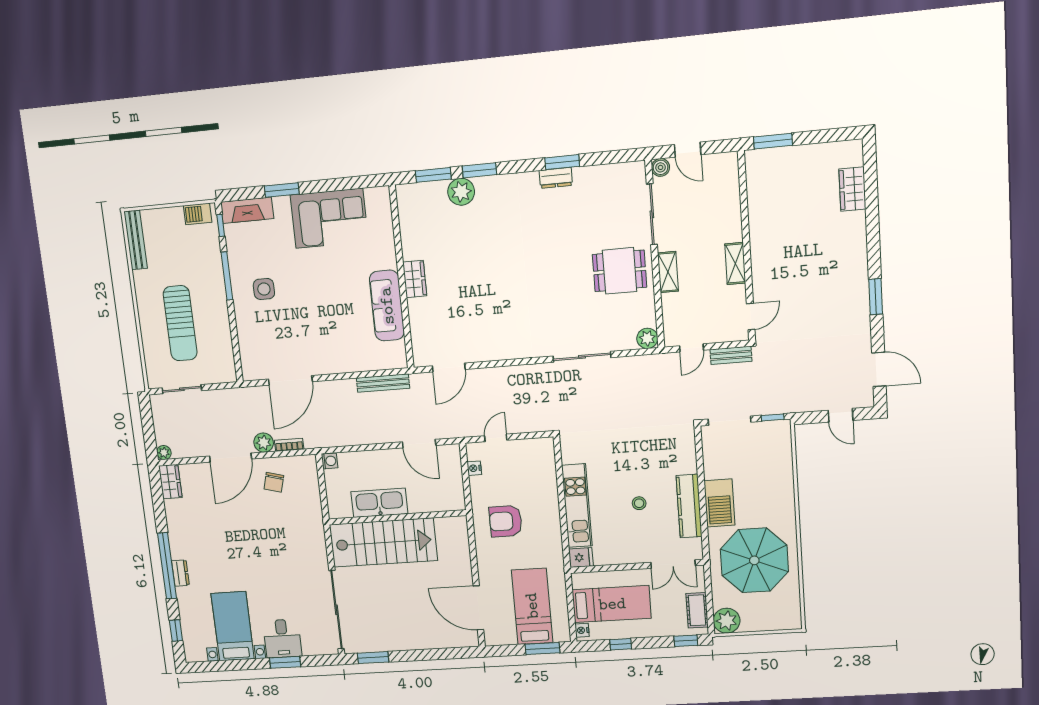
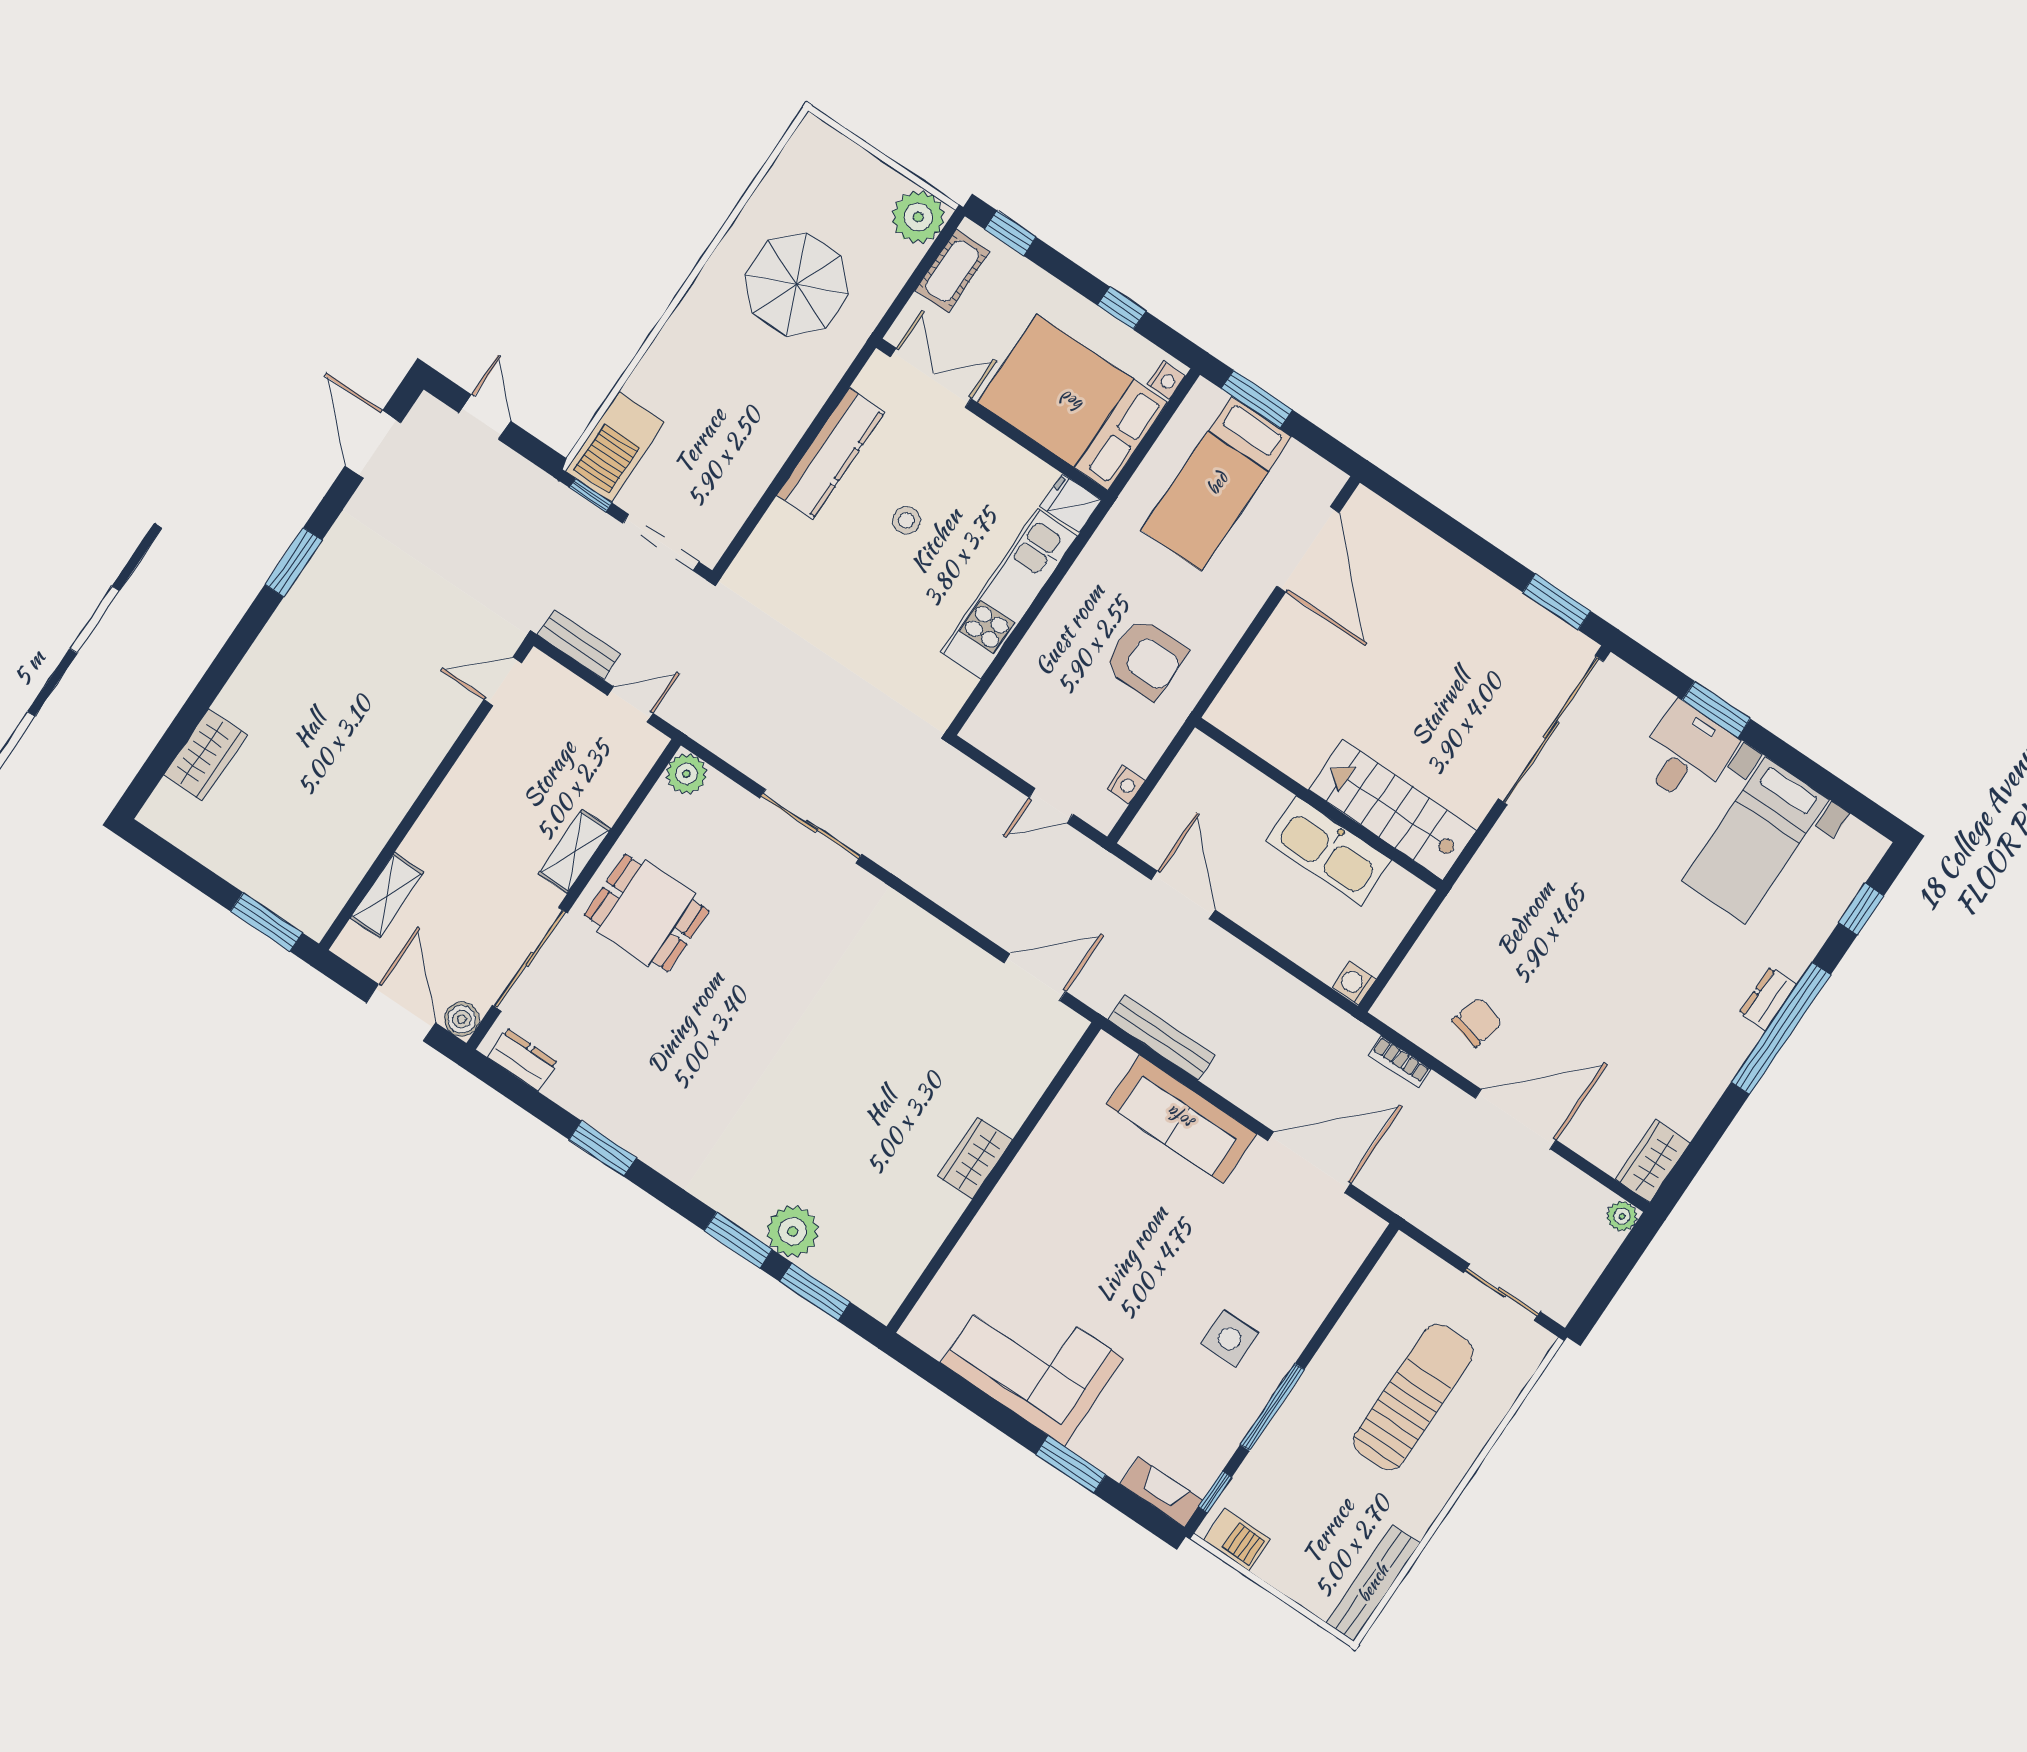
door: (688, 150) -> (401, 1013), width x1.38
dresser: (556, 178) -> (522, 1060), moved
fireplace: (247, 210) -> (1161, 1492), width x0.73, depth x0.76
shelving: (735, 264) -> (387, 895), moved
sofa: (387, 306) -> (1181, 1119), moved, turned 90
plant: (264, 443) -> (1439, 1099), removed
barbecue: (719, 503) -> (615, 447), moved, turned 180
stairs: (383, 542) -> (1393, 810), width x0.73, depth x0.66
parasol: (754, 560) -> (797, 284), width x0.73, depth x0.73
bed: (612, 604) -> (1072, 402), width x1.50

